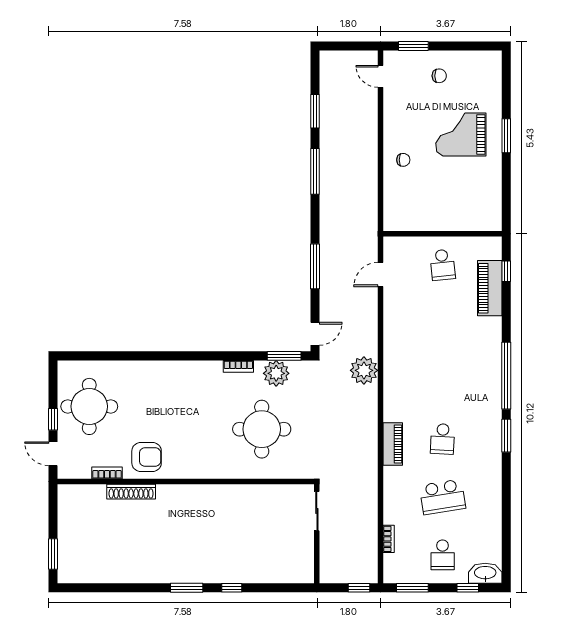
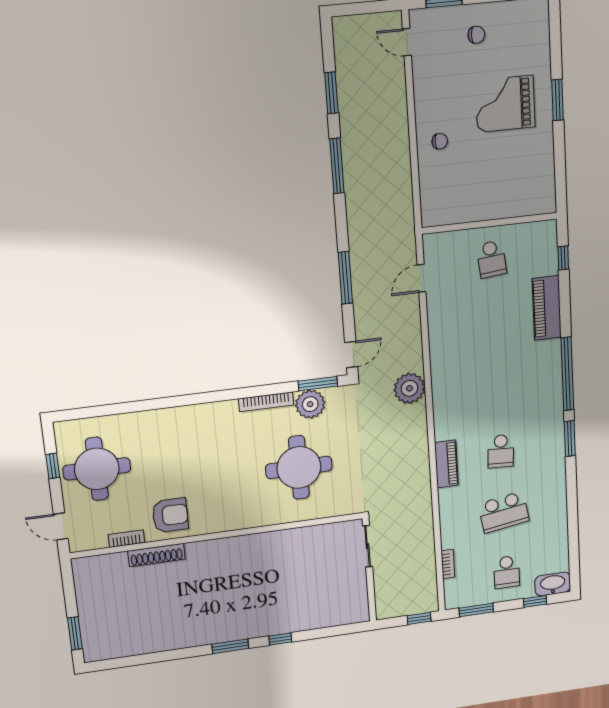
piano: (490, 288) -> (547, 308), moved
bookcase: (238, 366) -> (266, 402), width x1.56
window: (53, 419) -> (53, 466), moved

